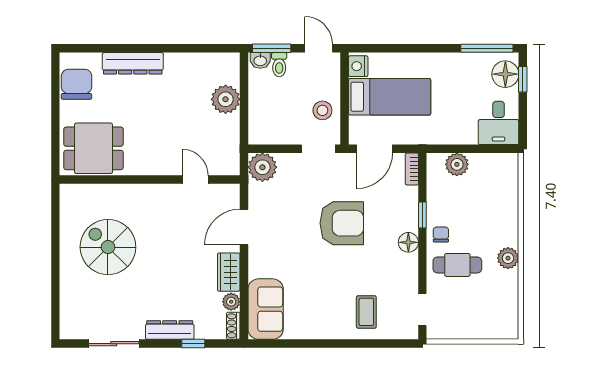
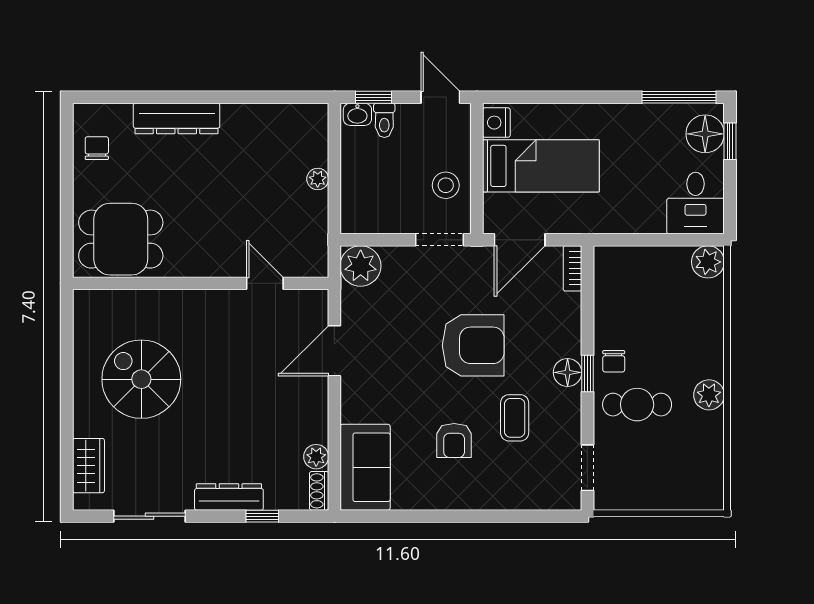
window: (272, 48) -> (374, 97), width x0.67
chair: (77, 84) -> (97, 148), width x0.54, depth x0.54
plant: (226, 99) -> (318, 179), width x0.53, depth x0.53
plant: (457, 164) -> (708, 262), moved
window: (422, 215) -> (587, 374), moved
chair: (441, 234) -> (614, 361), turned 180
wardrobe: (229, 272) -> (88, 466), moved, turned 180
armchair: (328, 290) -> (454, 441), added
coffee table: (366, 312) -> (515, 418), moved

